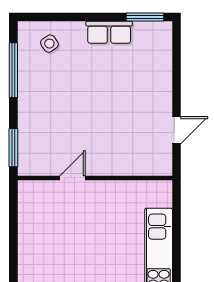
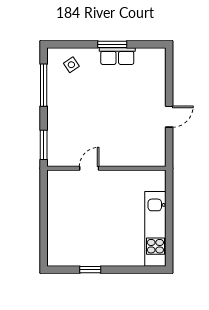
window: (145, 17) -> (112, 44), moved
door: (176, 130) -> (169, 117), moved

